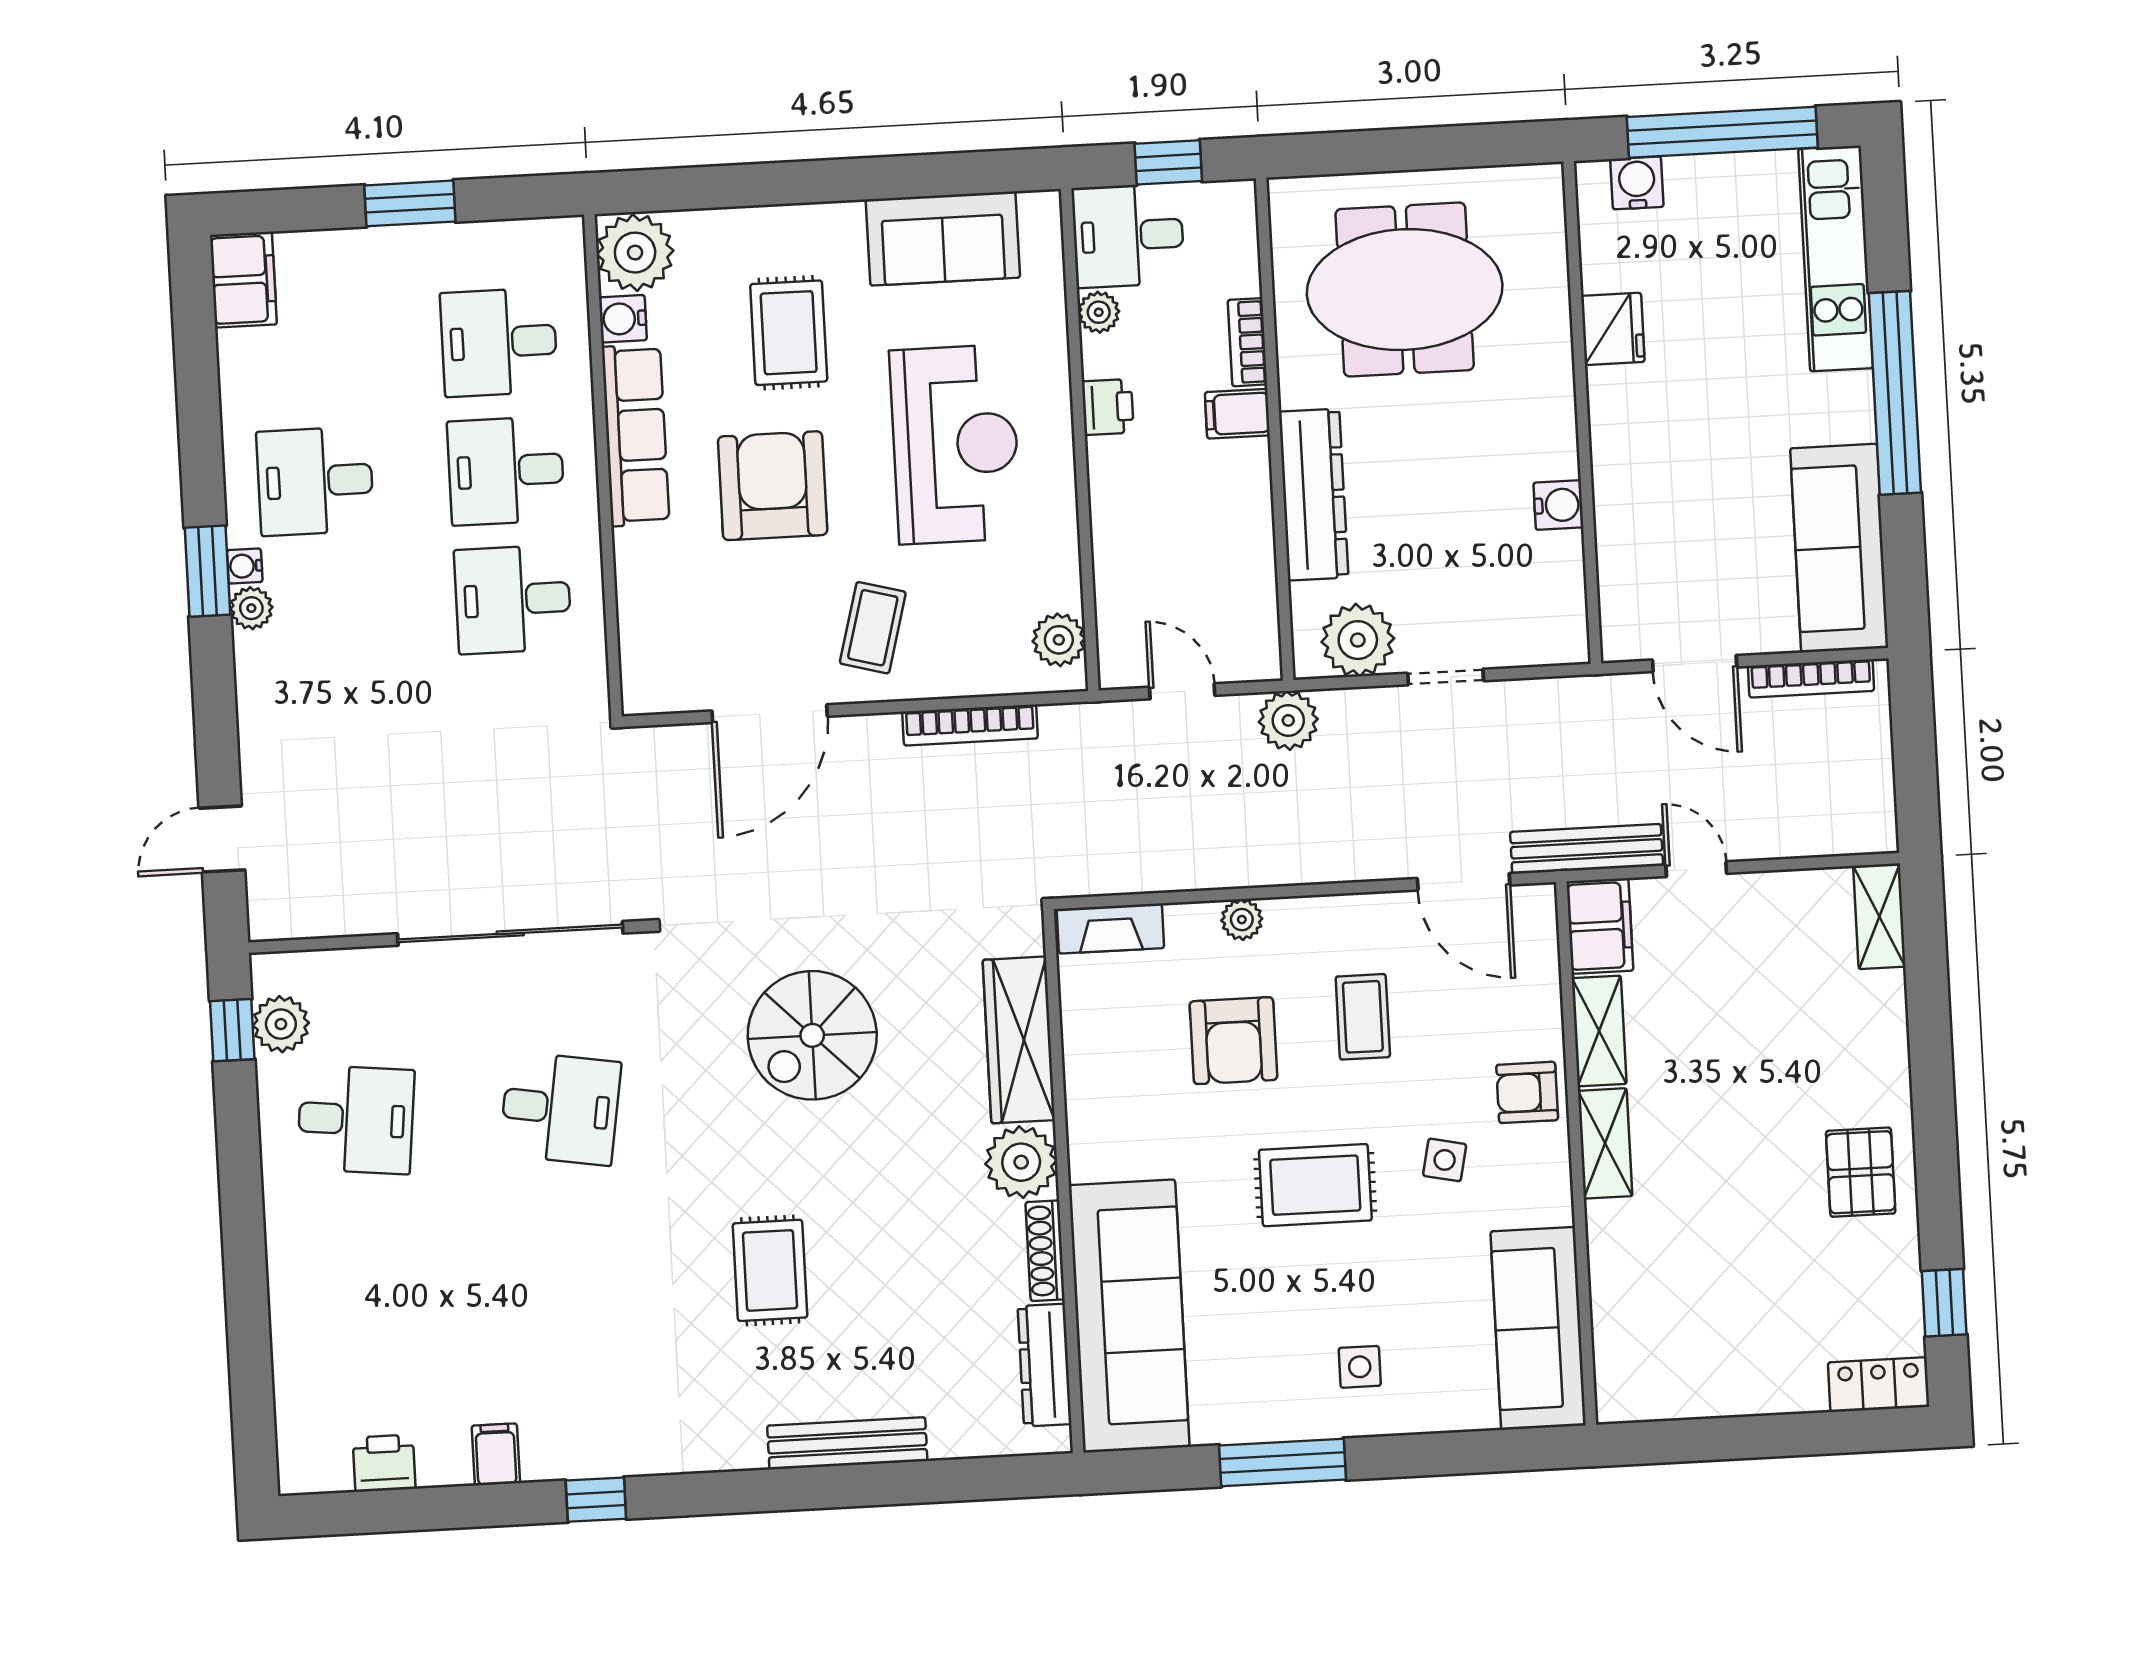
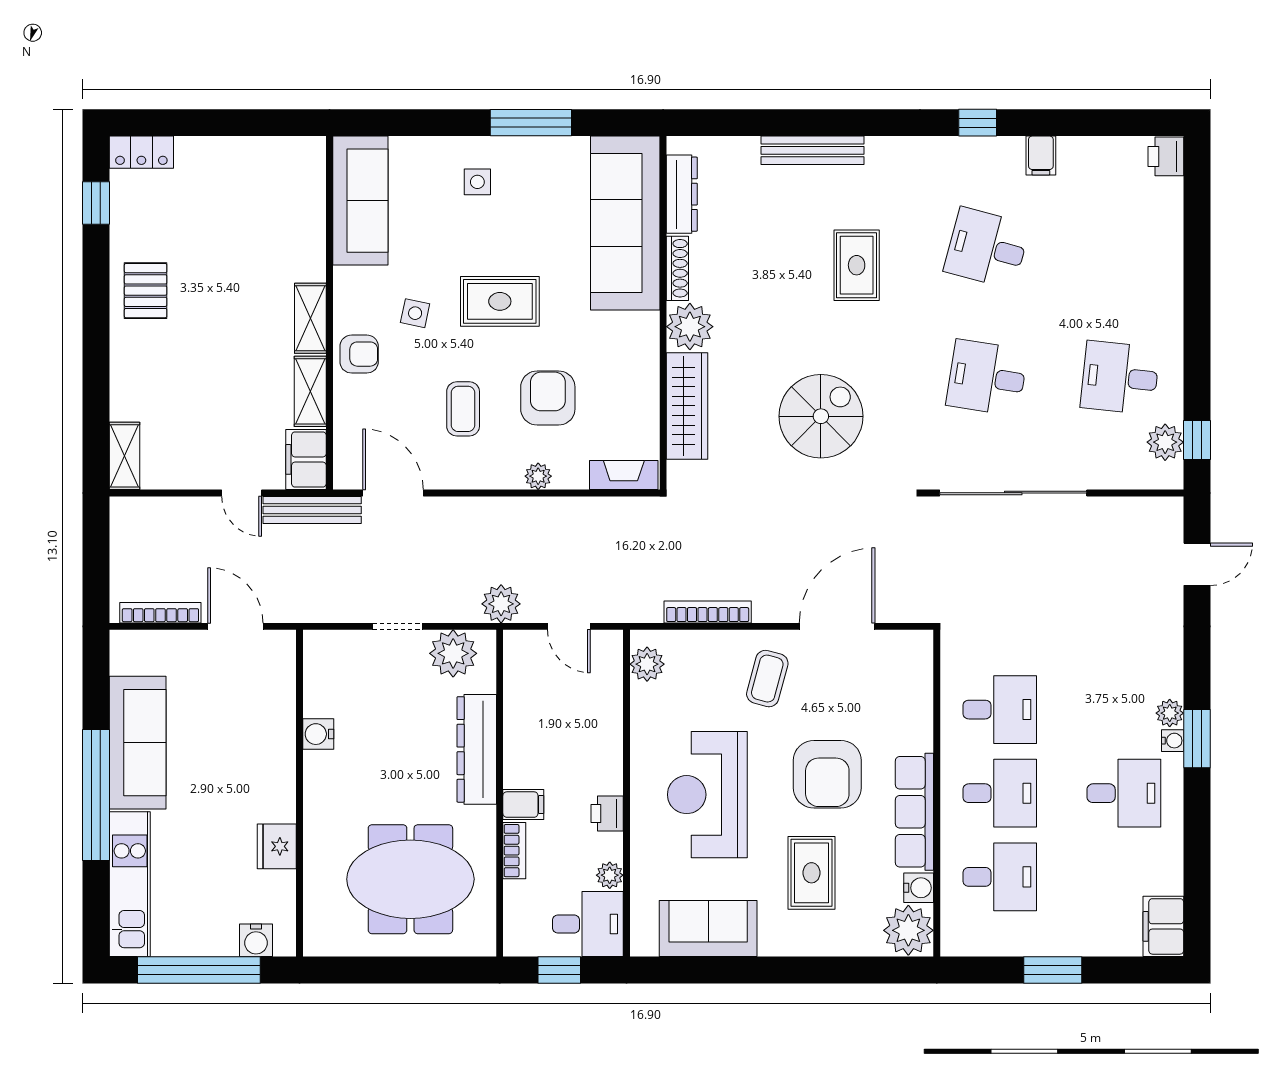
sofa: (1839, 548) -> (138, 743), moved
desk: (571, 1308) -> (987, 248), added
printer: (384, 1463) -> (1166, 156), moved, turned 90

